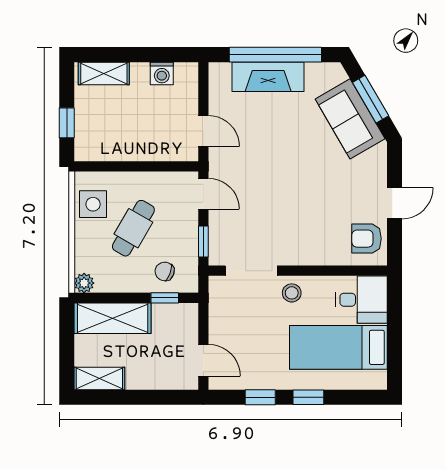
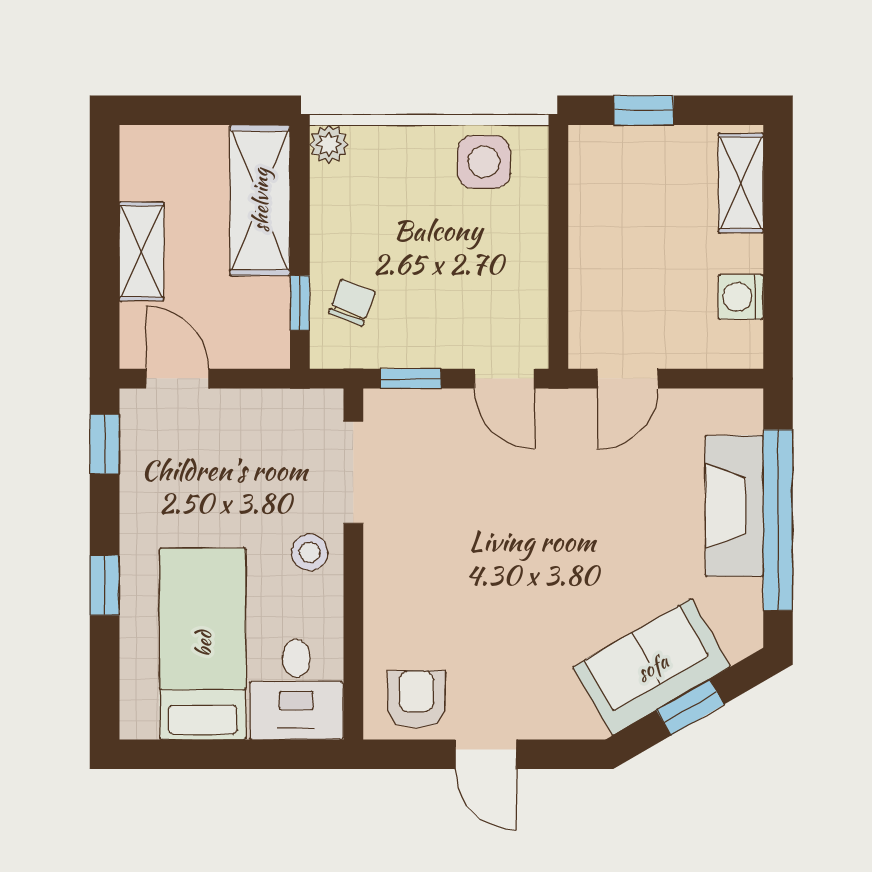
window: (371, 99) -> (690, 707), width x0.67
door: (203, 194) -> (505, 379), hinge flipped
cafe table: (133, 228) -> (437, 241), removed
door: (203, 360) -> (177, 379), swing flipped
shelving: (99, 378) -> (142, 252), moved
window: (260, 397) -> (105, 444), moved

